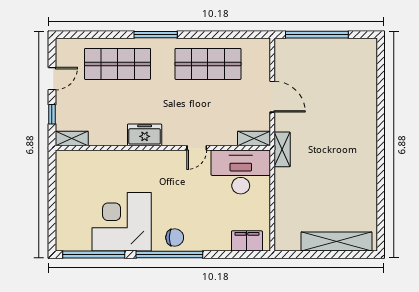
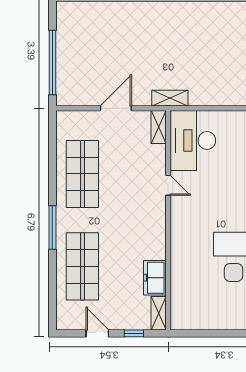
freezer: (145, 135) -> (155, 278), moved

